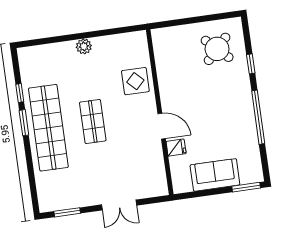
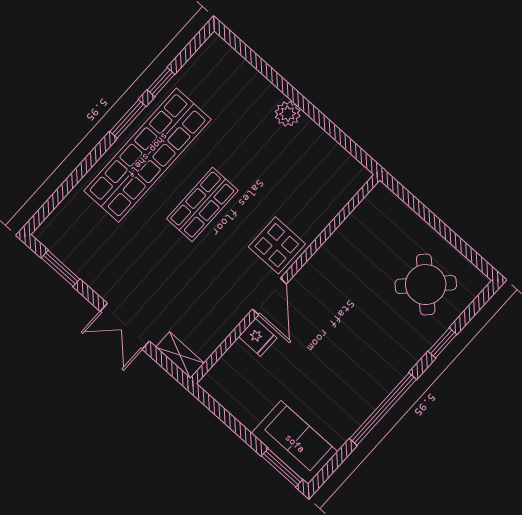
display table: (135, 81) -> (277, 245), moved
sofa: (215, 175) -> (295, 443), moved
shelving: (154, 191) -> (180, 355), added

